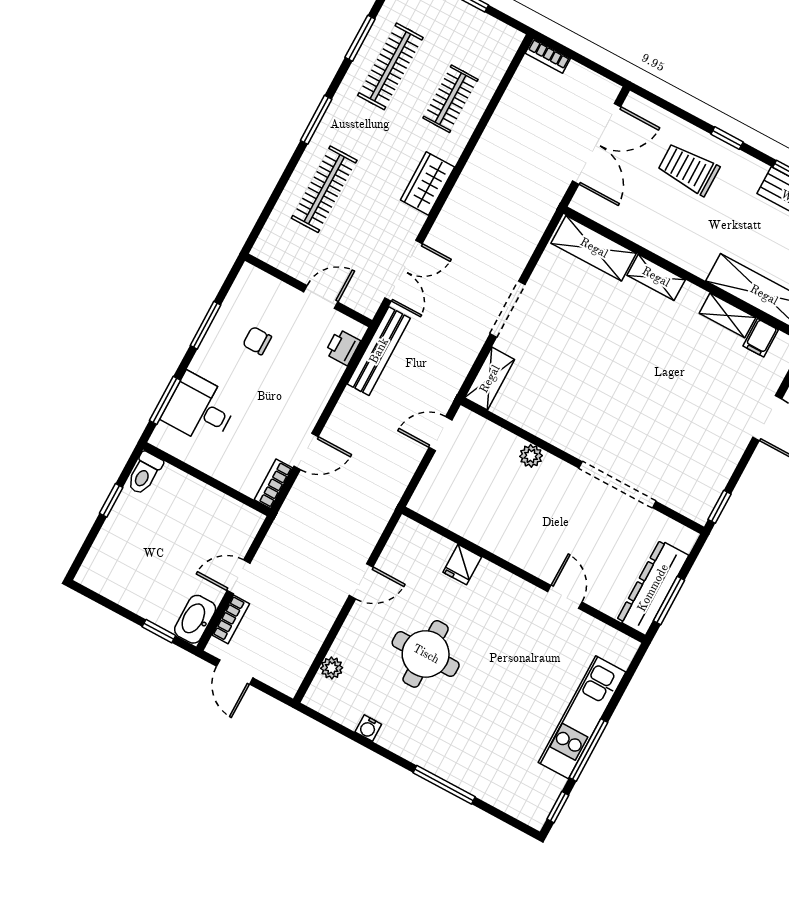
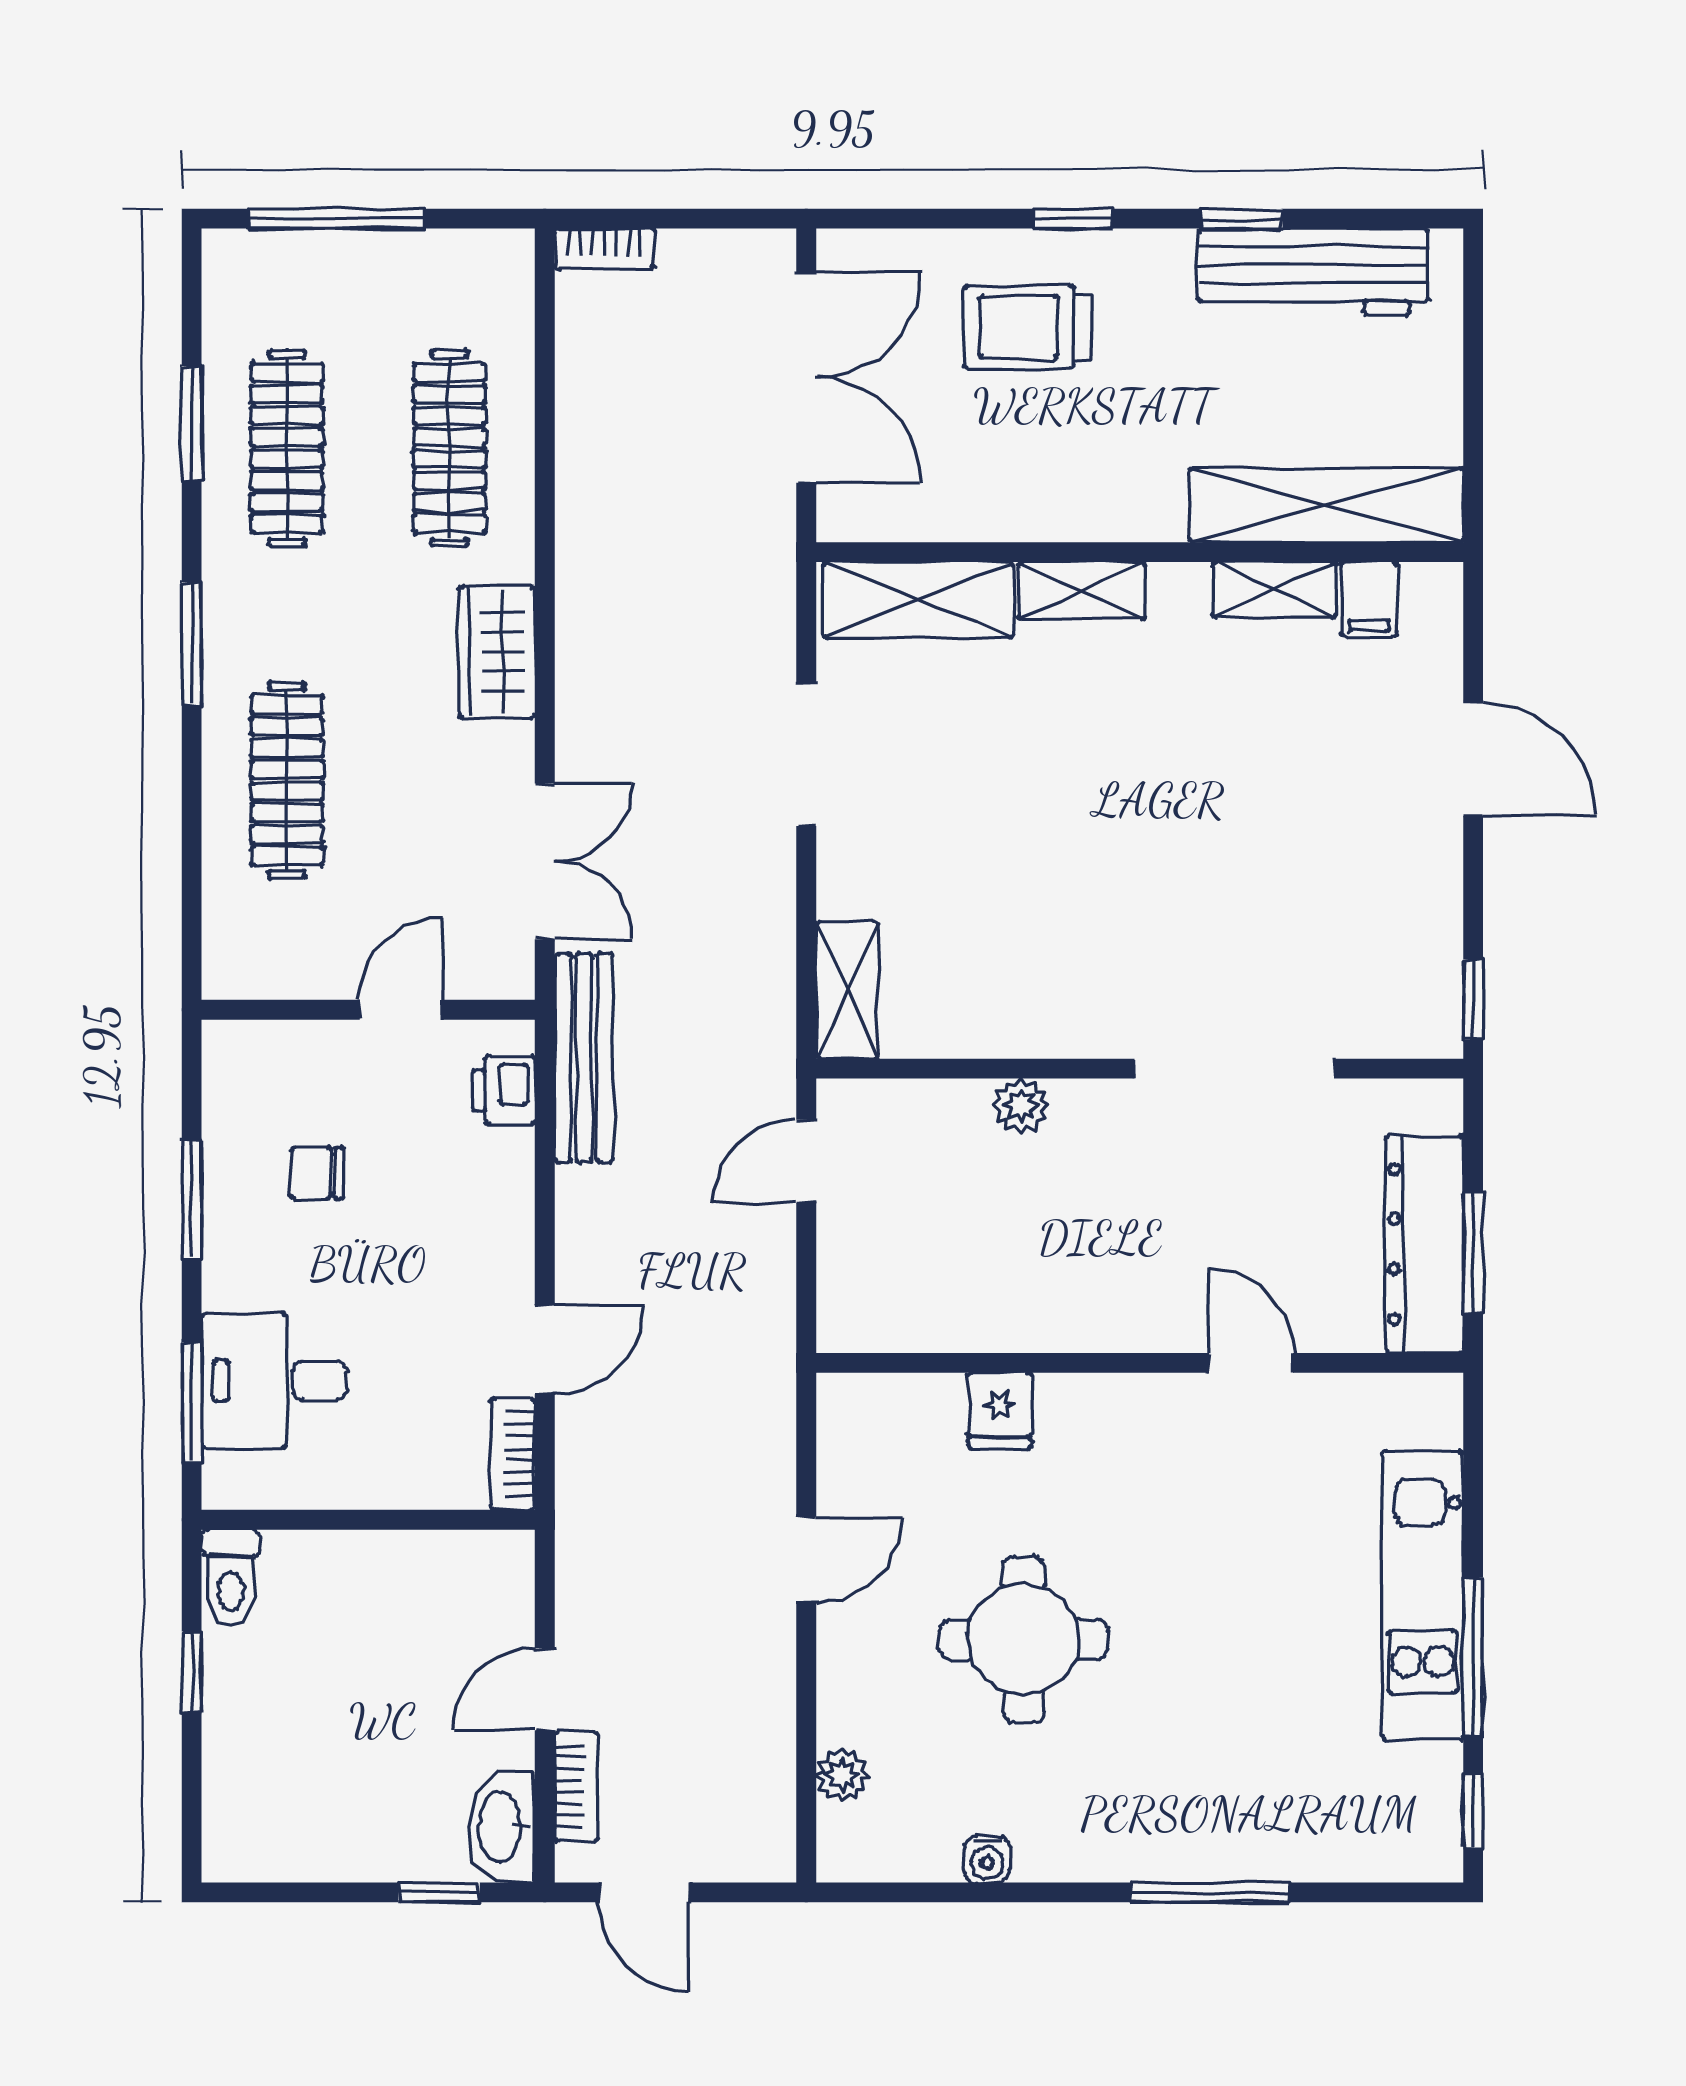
clothes rail: (450, 99) -> (449, 448), width x1.36
doorway: (507, 309) -> (806, 755), moved

